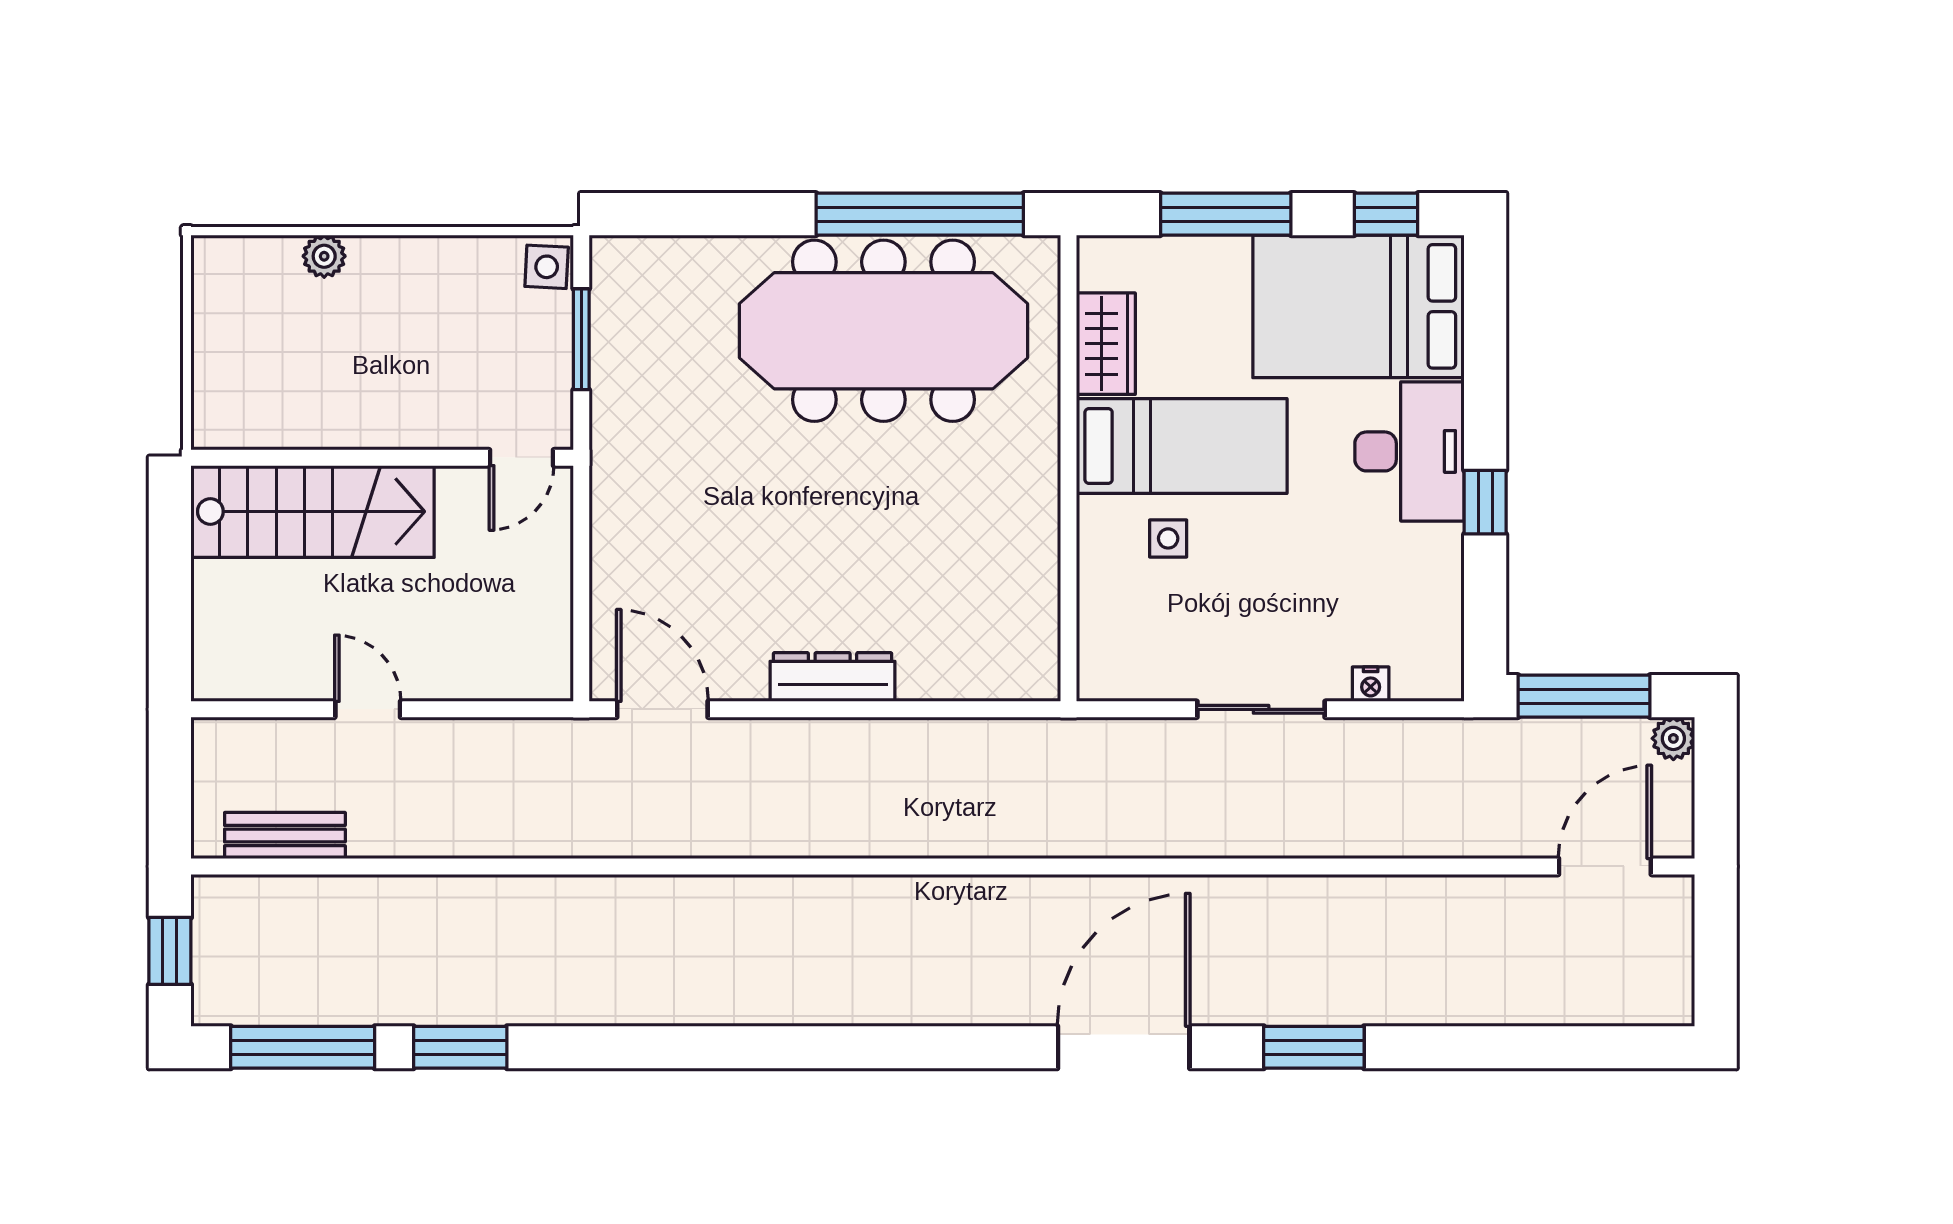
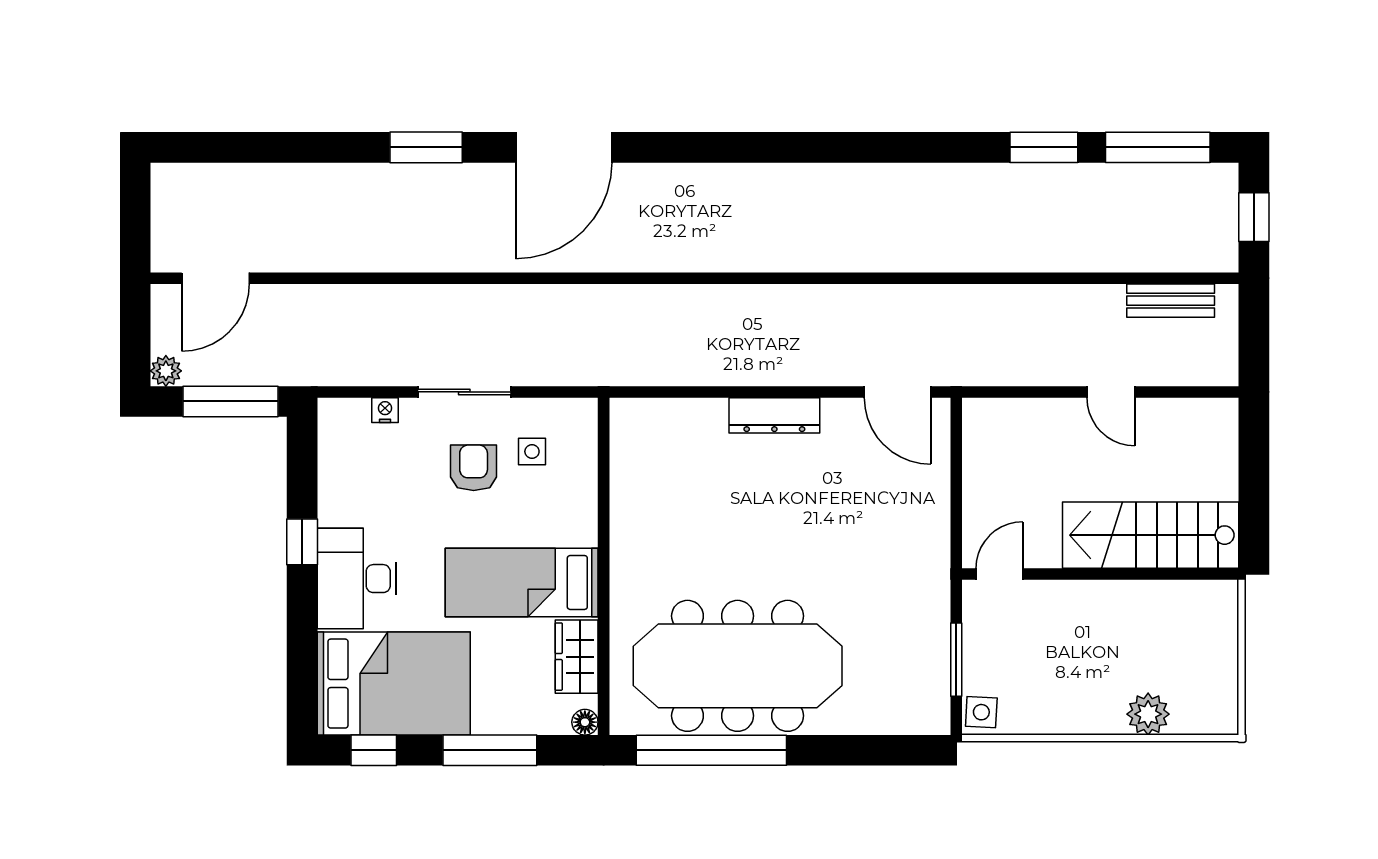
floor lamp: (1094, 253) -> (585, 722), added
plant: (324, 256) -> (1148, 714), width x1.38, depth x1.38
side table: (1168, 538) -> (532, 451), moved
armchair: (1248, 604) -> (474, 468), added

